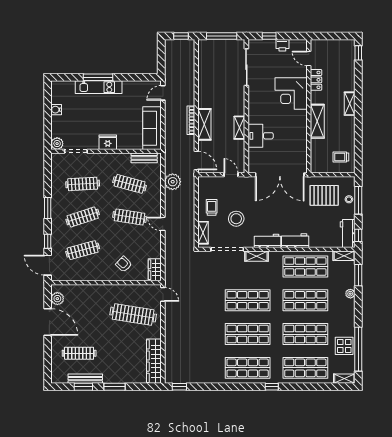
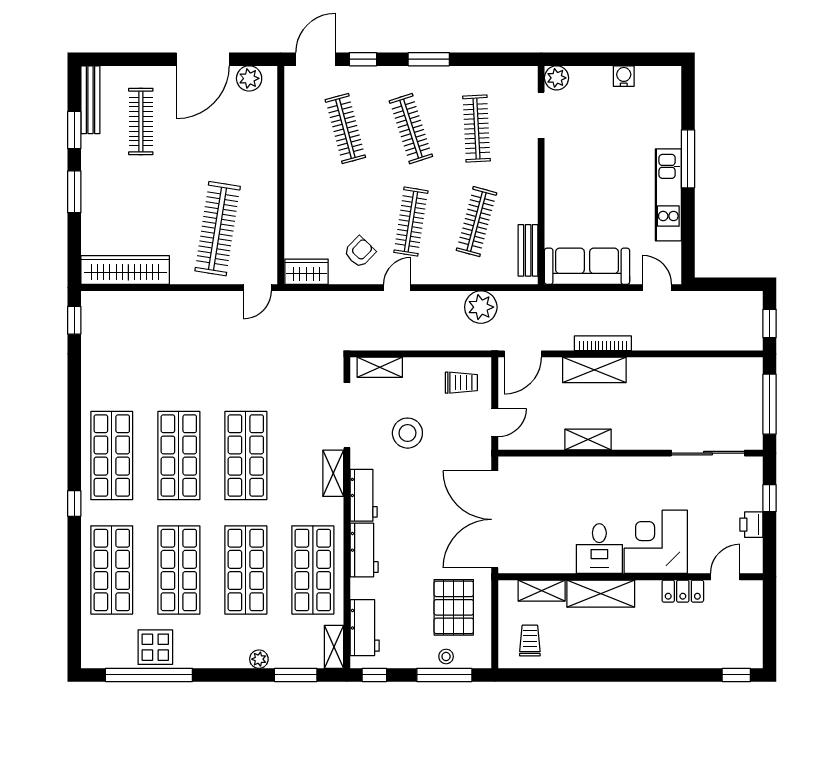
kitchen unit: (99, 87) -> (668, 195), moved
shelving: (350, 104) -> (542, 591), moved
desk: (261, 136) -> (599, 549), moved, turned 180
fridge: (108, 142) -> (559, 178), removed
trolley: (212, 207) -> (461, 383), moved
workbench: (348, 233) -> (365, 628), moved, turned 90
armchair: (124, 264) -> (360, 252), moved
bench: (85, 379) -> (90, 100), moved
shelving: (344, 379) -> (90, 647), removed

